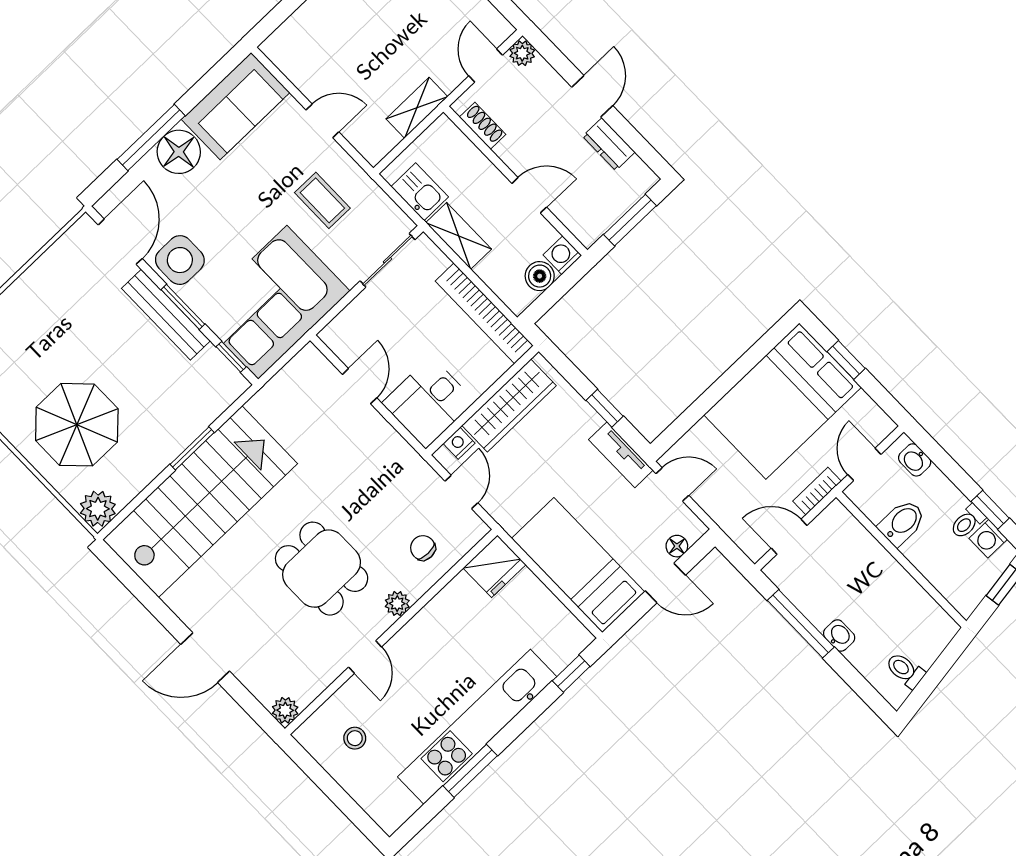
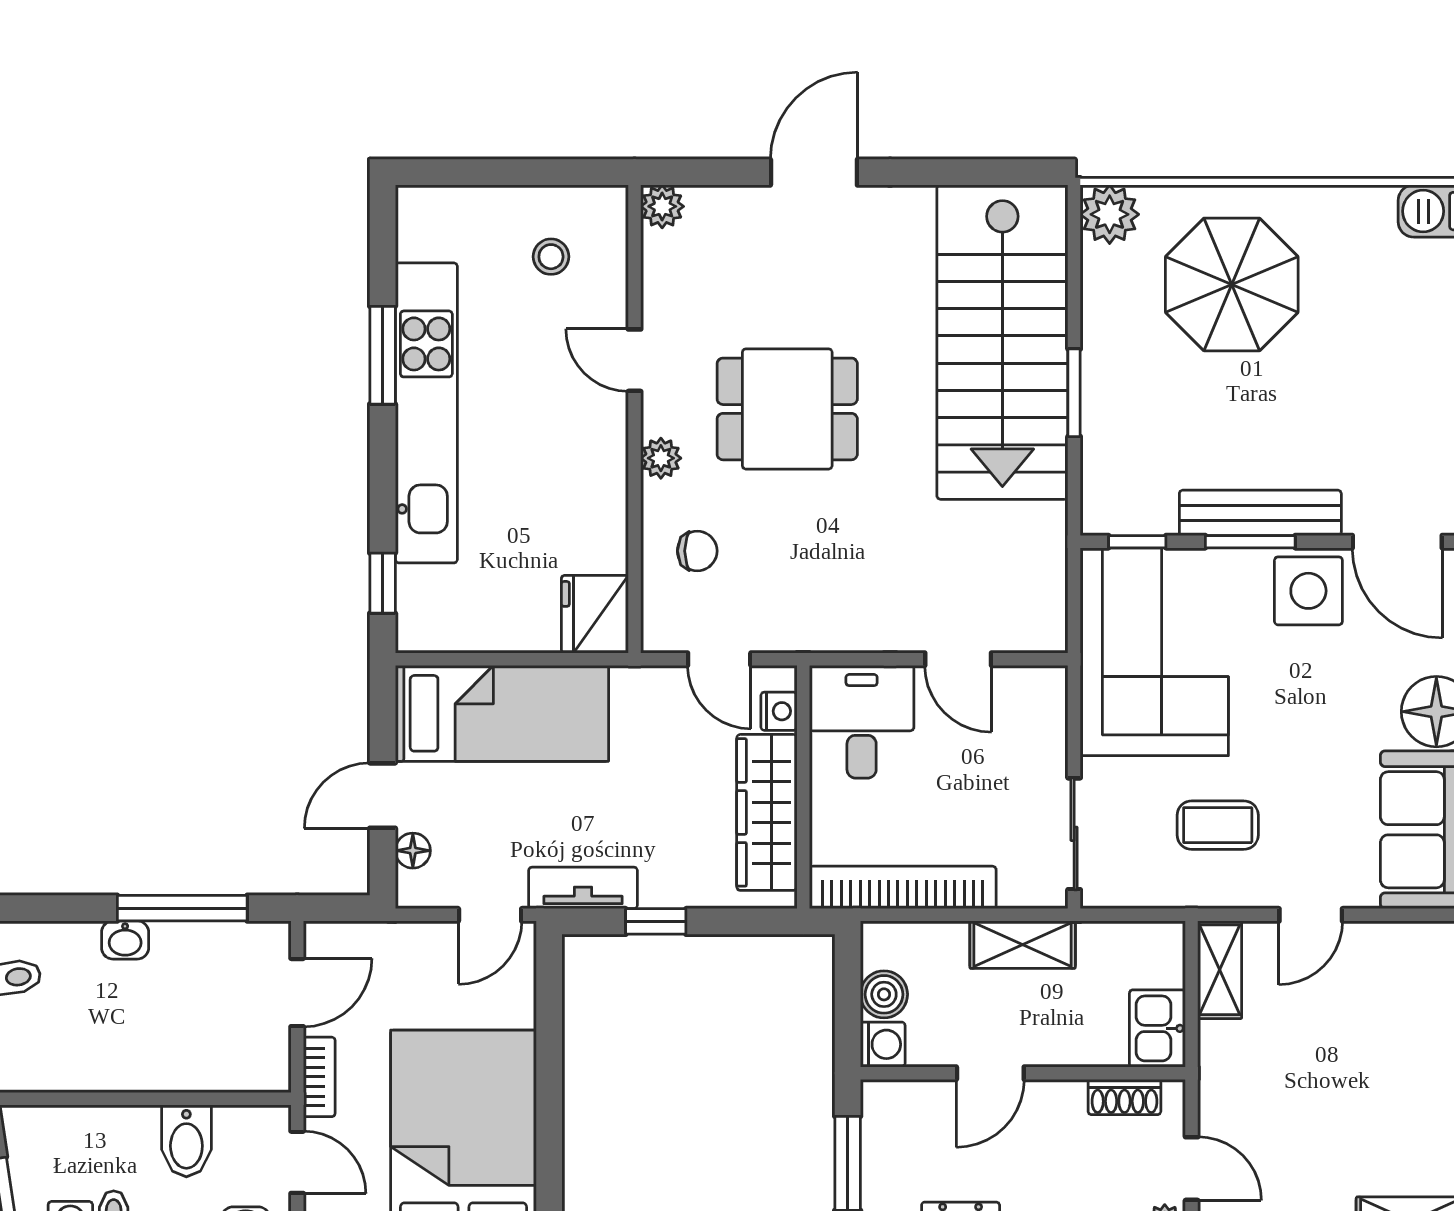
shelving: (417, 108) -> (1220, 970), moved
kitchen sink: (420, 192) -> (1157, 1028), moved, turned 90

